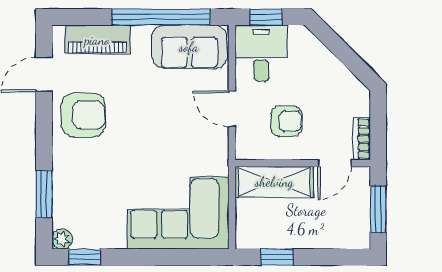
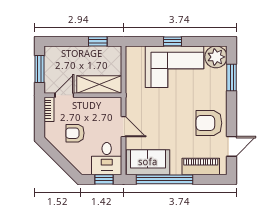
armchair: (286, 121) -> (75, 133), moved
corner sofa: (178, 213) -> (175, 67), moved
plant: (62, 239) -> (216, 57), width x1.87, depth x1.87
window: (85, 257) -> (173, 41), moved

